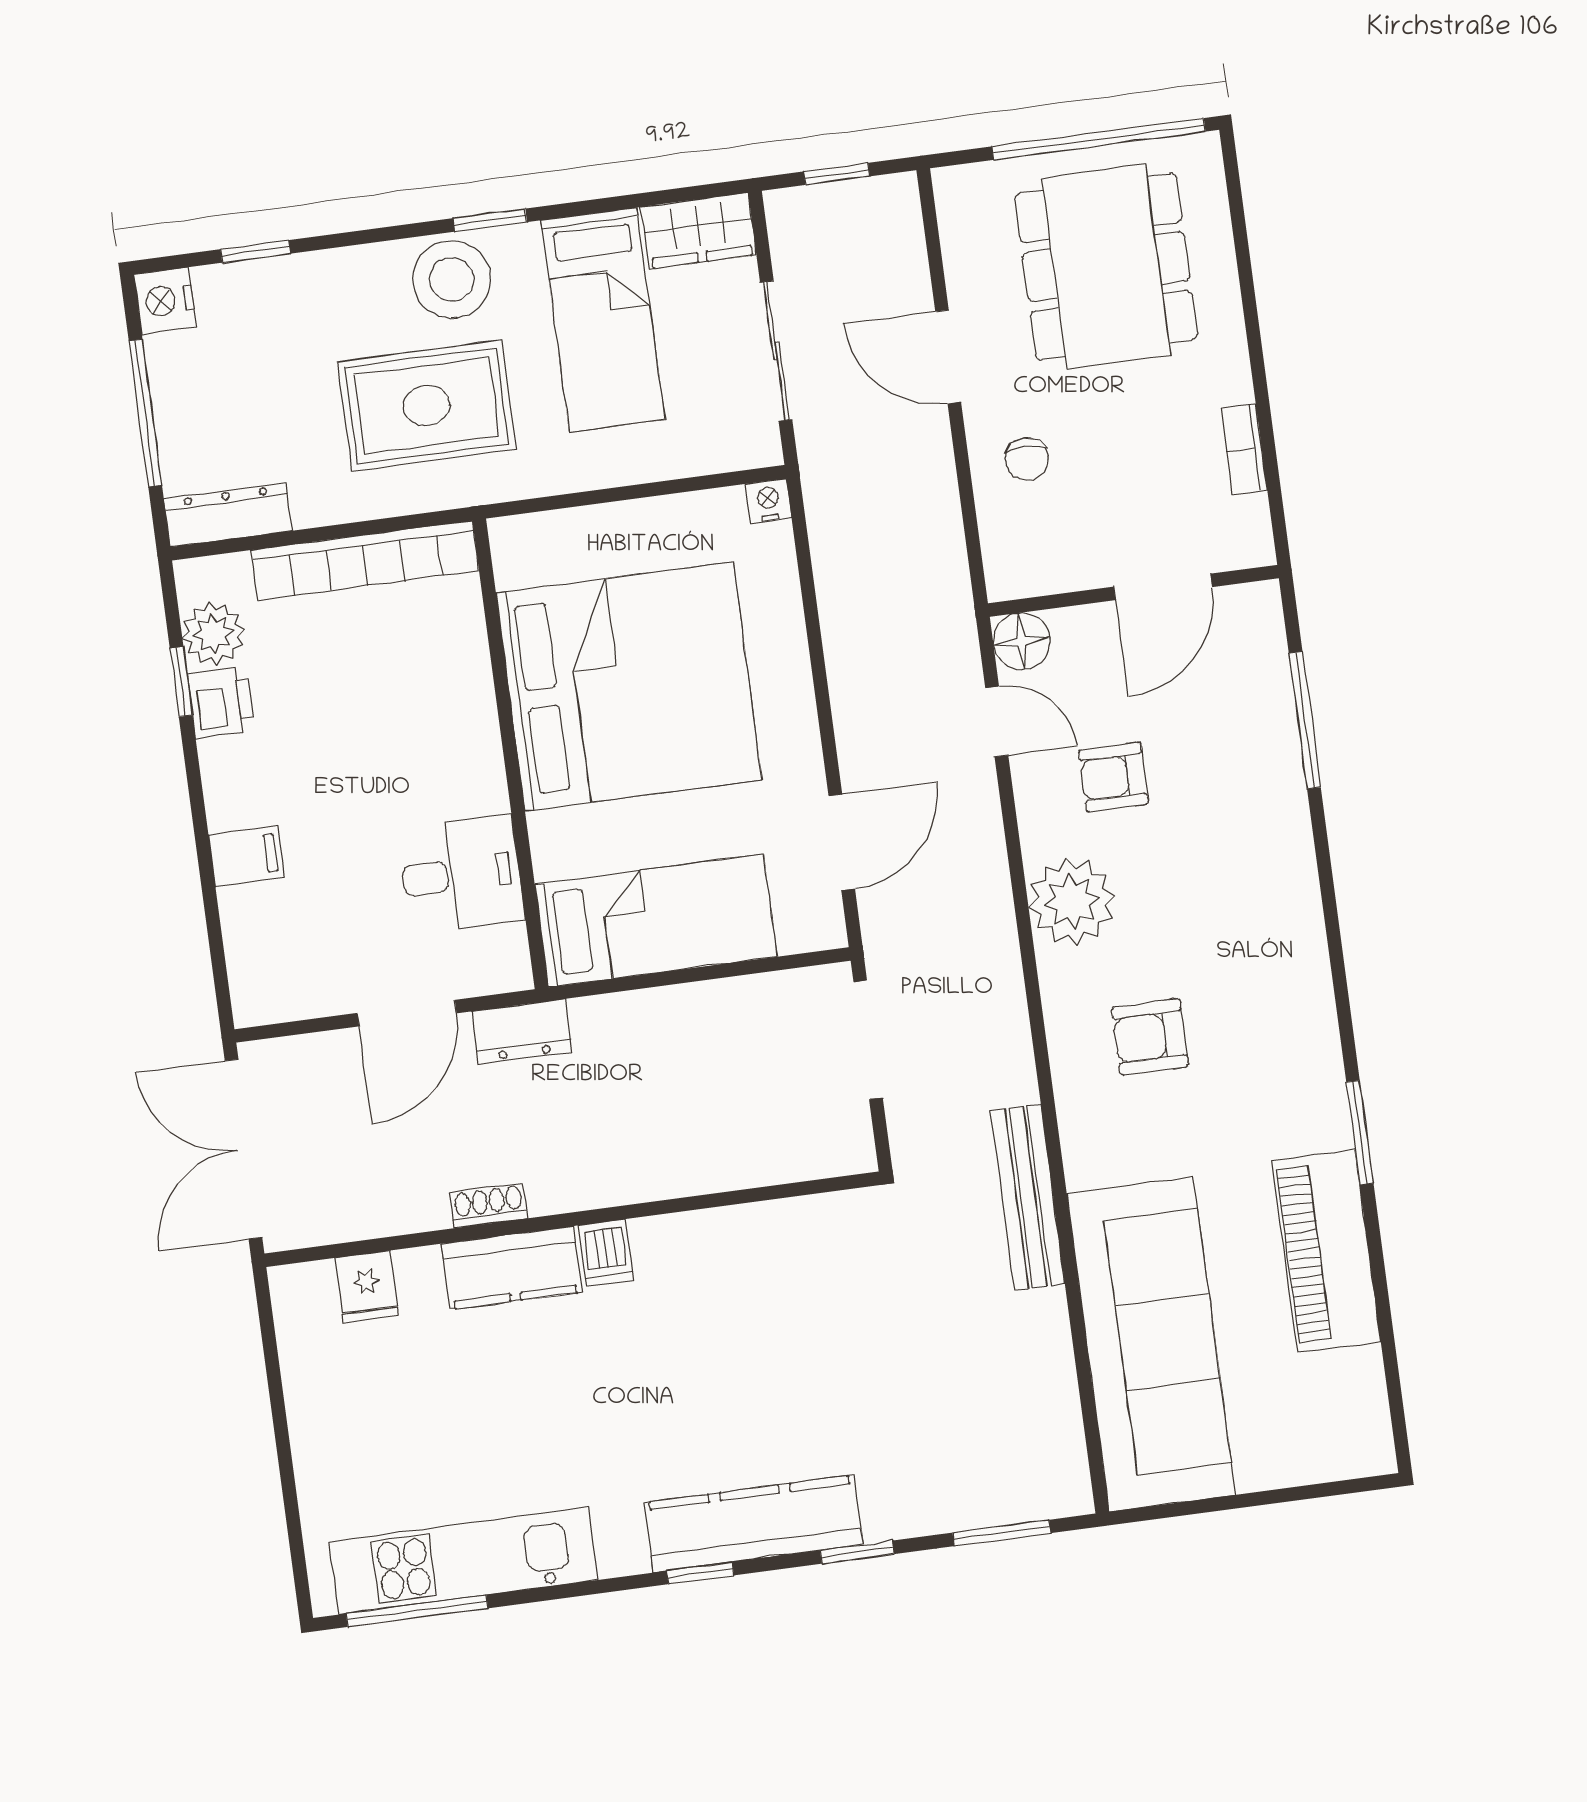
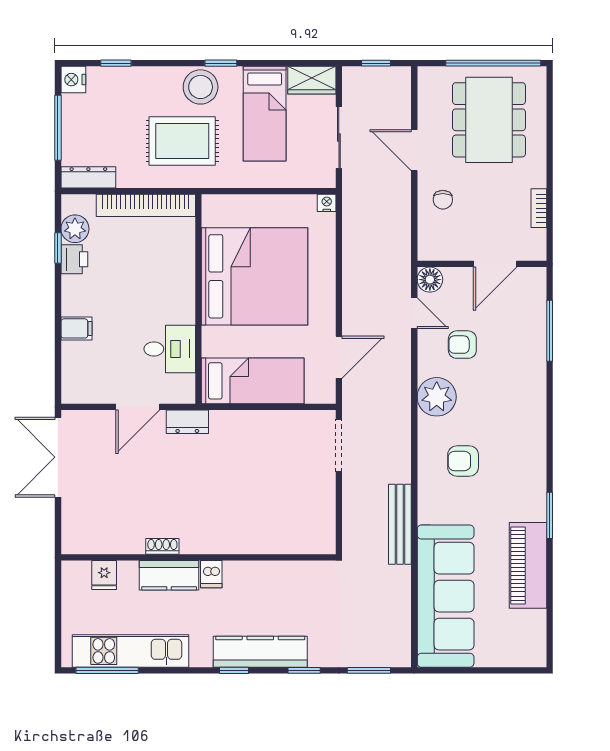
shoe rack: (489, 1205) -> (162, 546), moved
wall: (572, 1219) -> (198, 557), moved
dishwasher: (606, 1253) -> (211, 574), moved
kitchen counter: (512, 1268) -> (169, 575), moved
fridge: (367, 1287) -> (104, 575), moved

